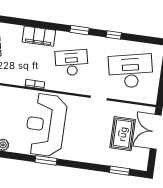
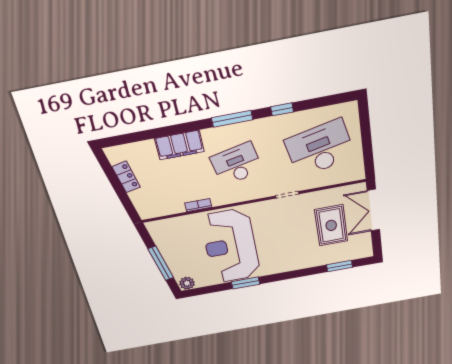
window: (79, 30) -> (232, 119), width x1.44

